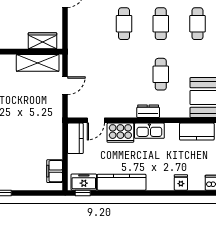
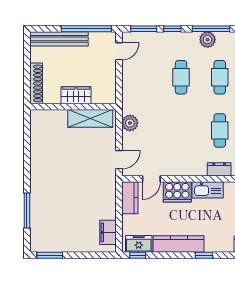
wardrobe: (42, 41) -> (76, 95), moved
plant: (75, 67) -> (130, 123), added
door: (65, 86) -> (119, 160), moved
dresser: (148, 111) -> (219, 169), moved
window: (146, 193) -> (204, 255), added

